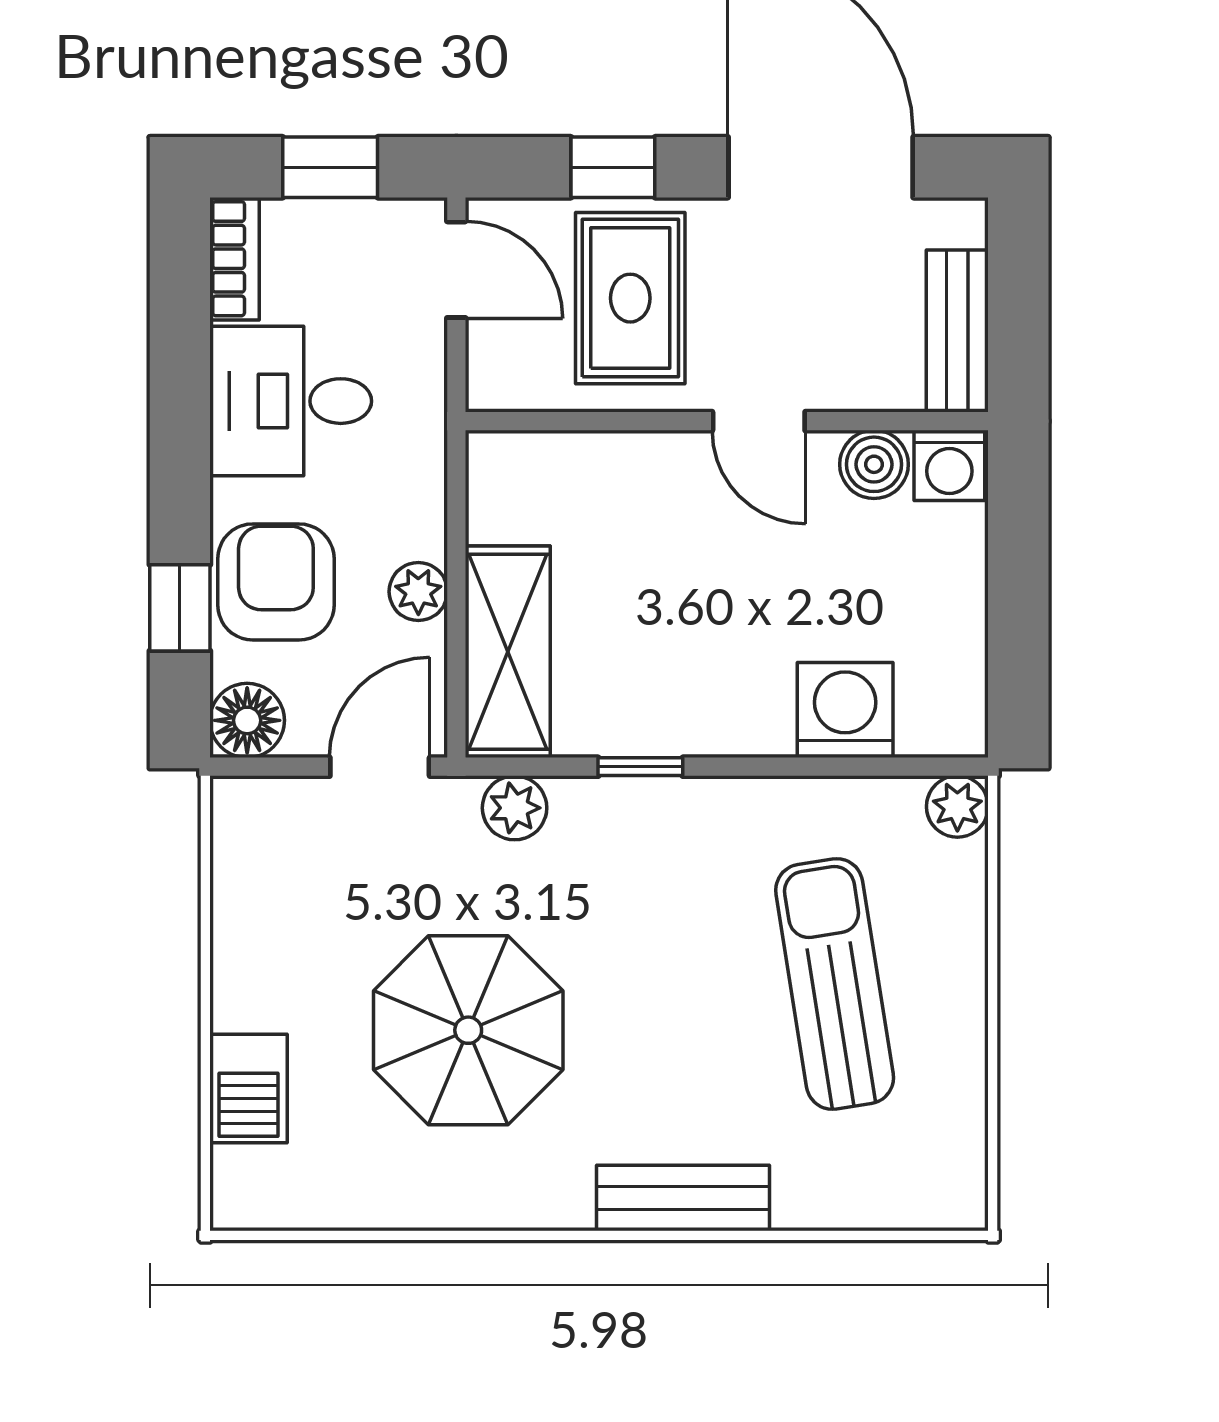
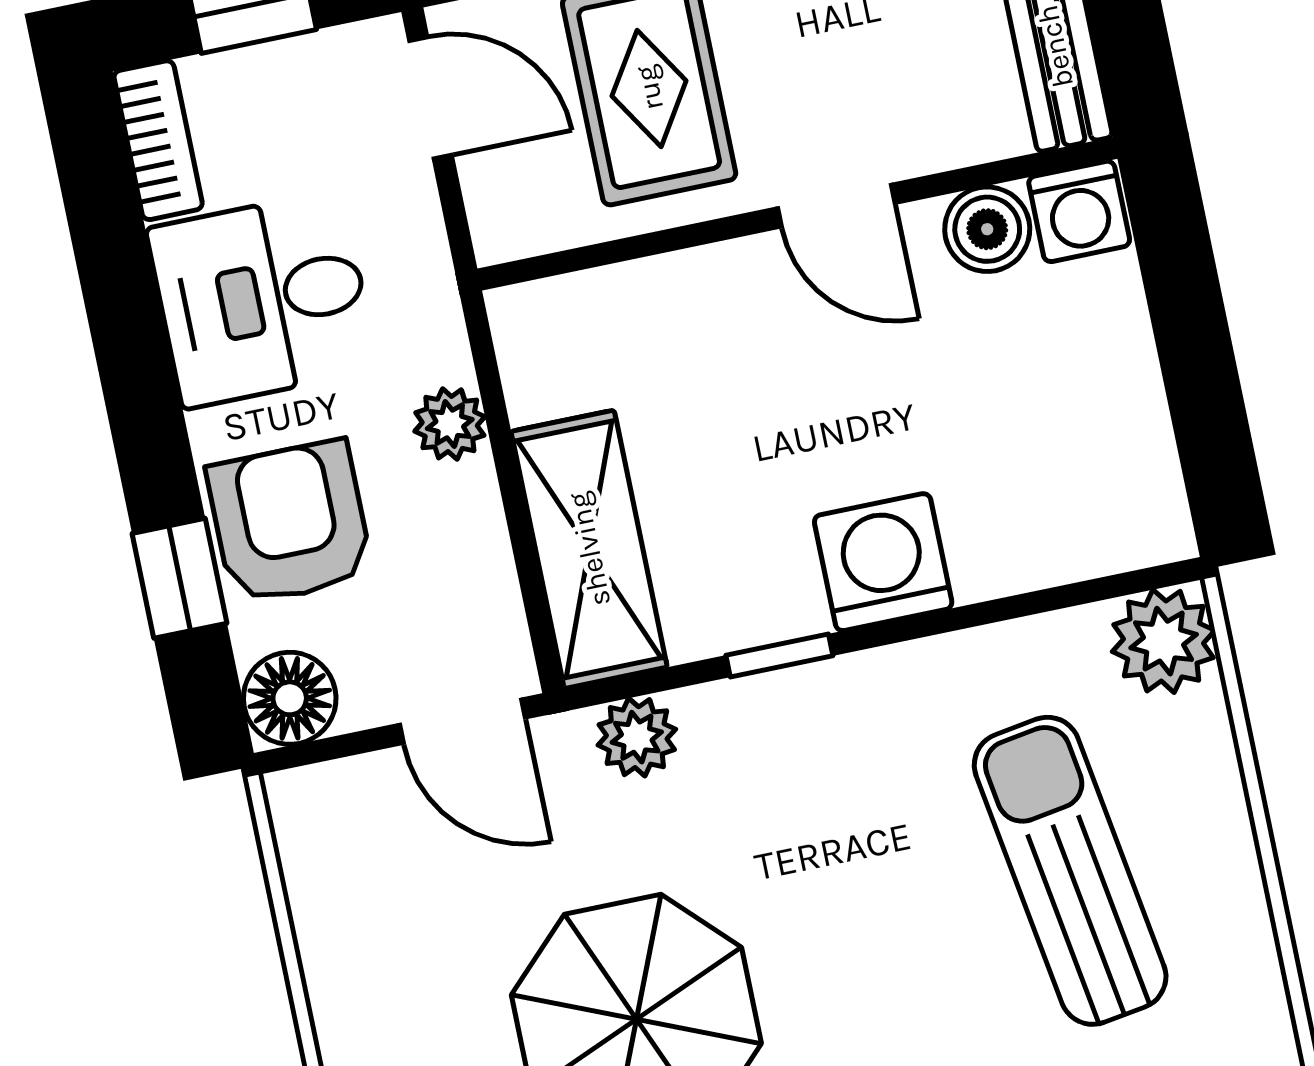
plant: (418, 592) -> (450, 424), moved
washing machine: (845, 710) -> (883, 562), moved
door: (380, 767) -> (462, 721), swing flipped
plant: (957, 807) -> (1164, 641), width x1.38, depth x1.38

